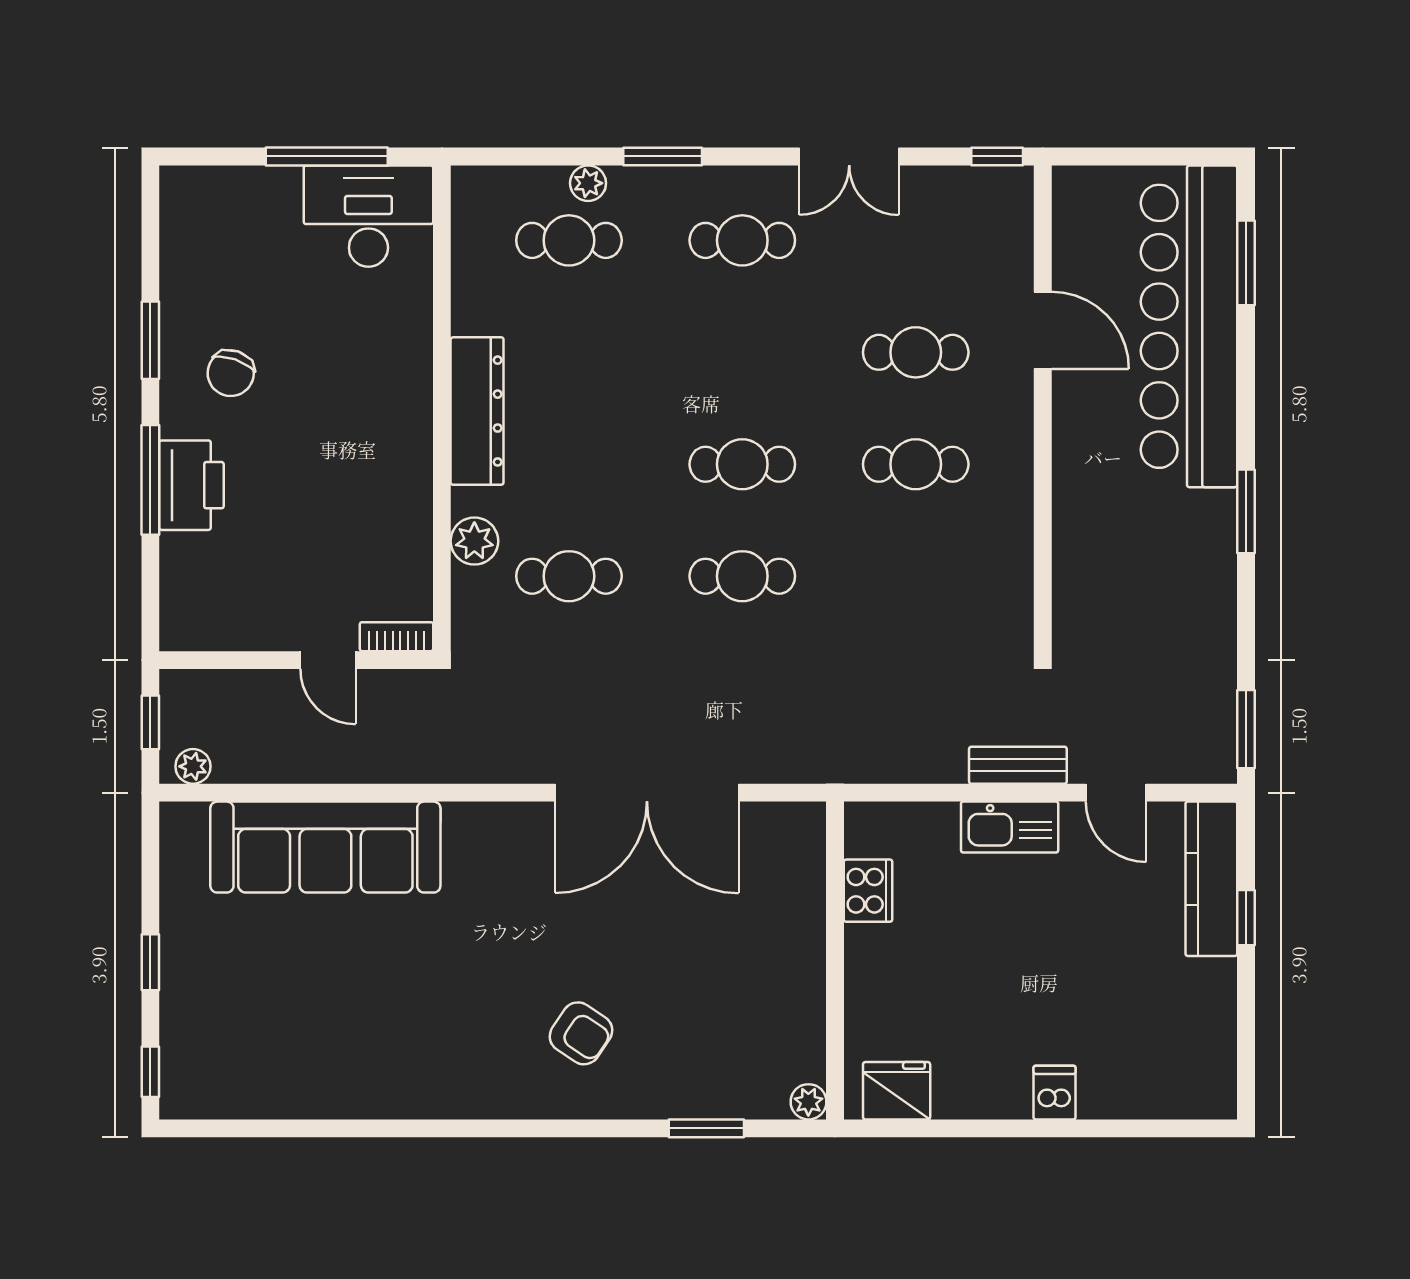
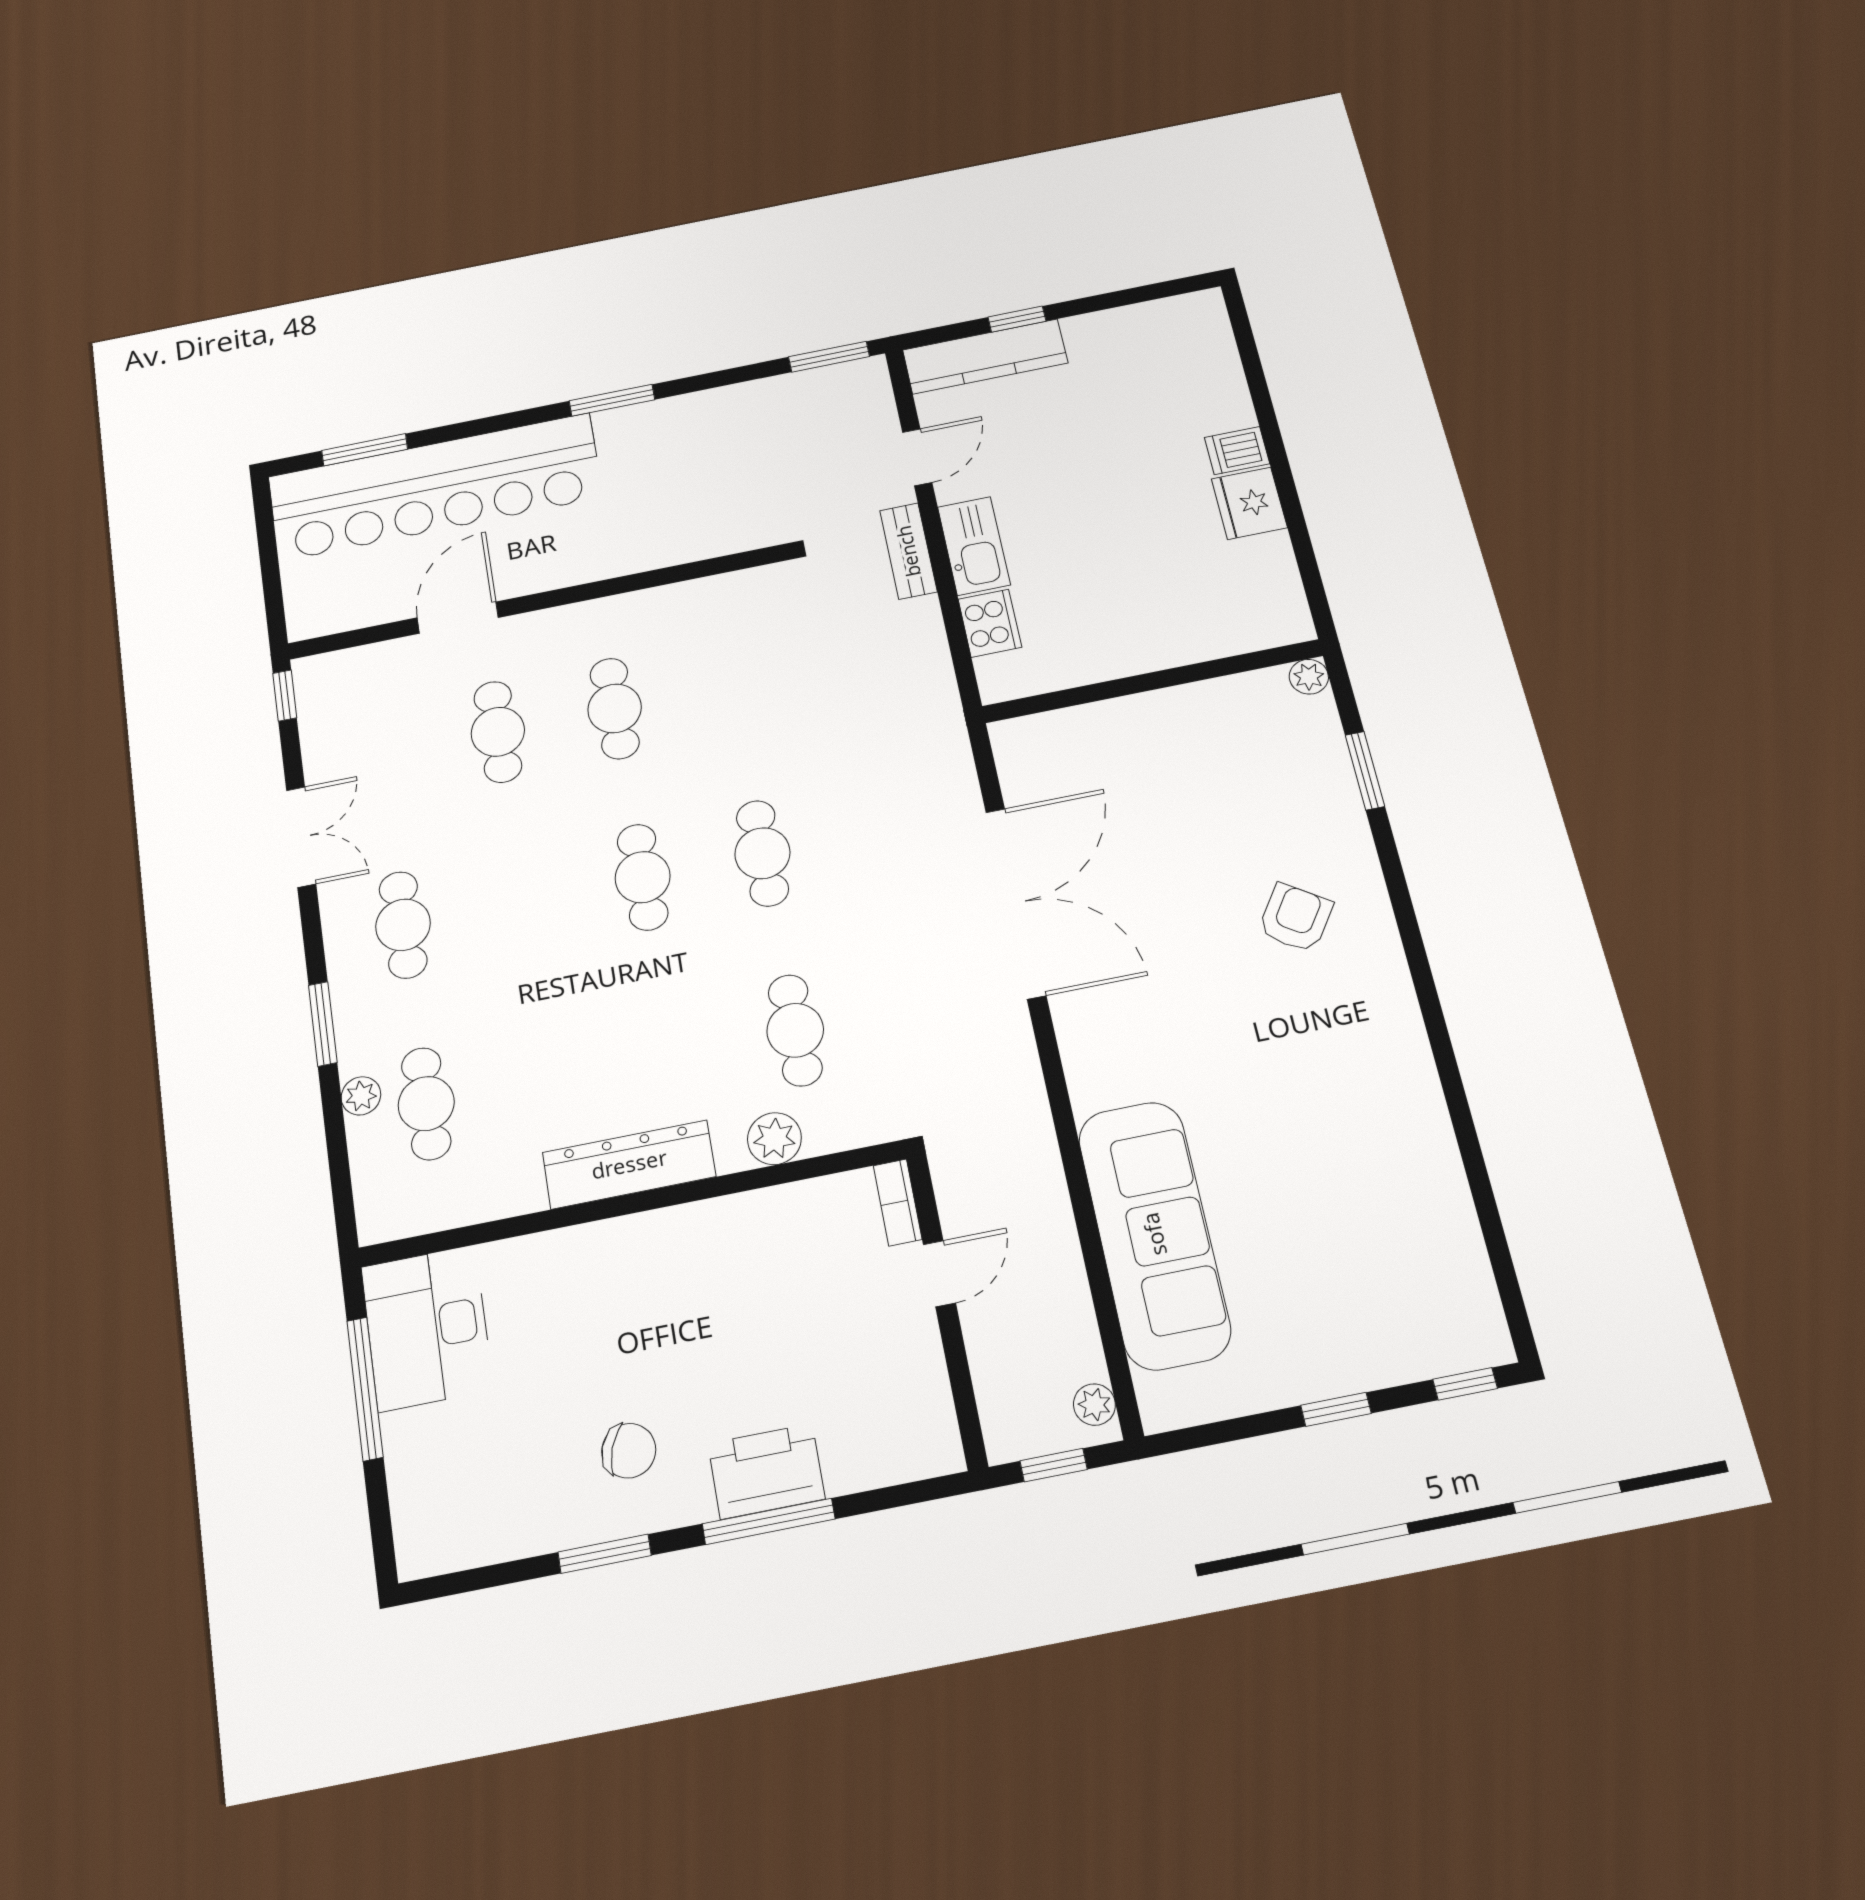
cooker: (868, 891) -> (990, 623), moved, turned 90
fridge: (897, 1091) -> (1249, 503), moved

